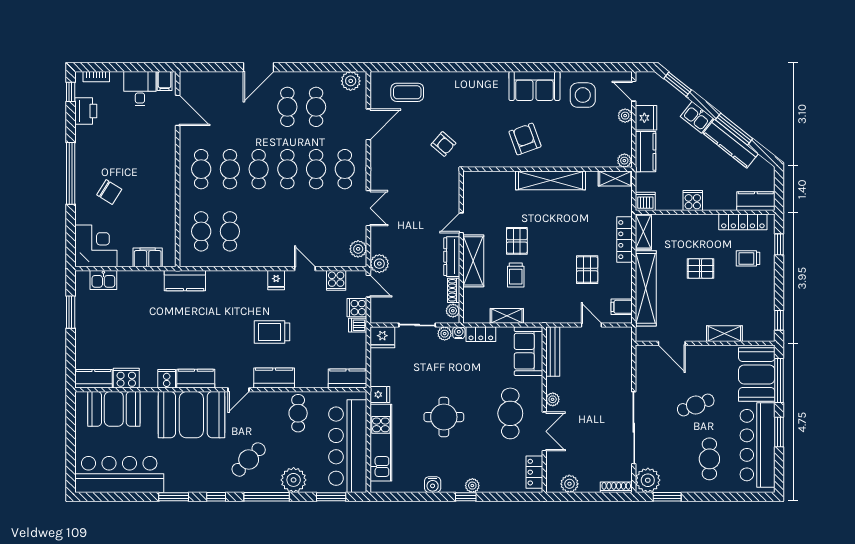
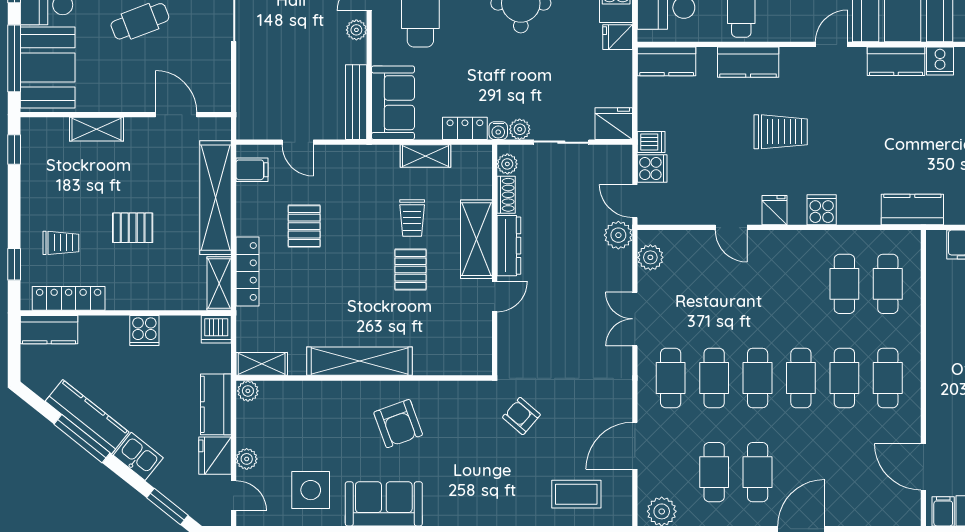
trolley: (516, 275) -> (412, 218), turned 180
cooker: (336, 280) -> (822, 210), moved
kitchen counter: (274, 378) -> (748, 62), moved

